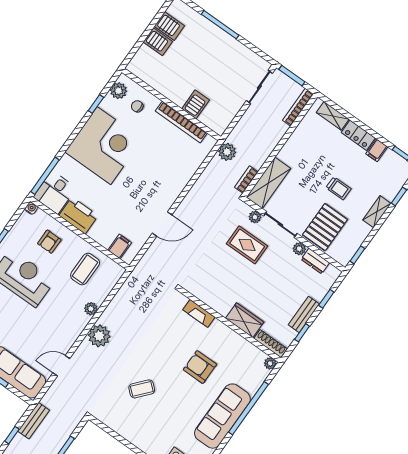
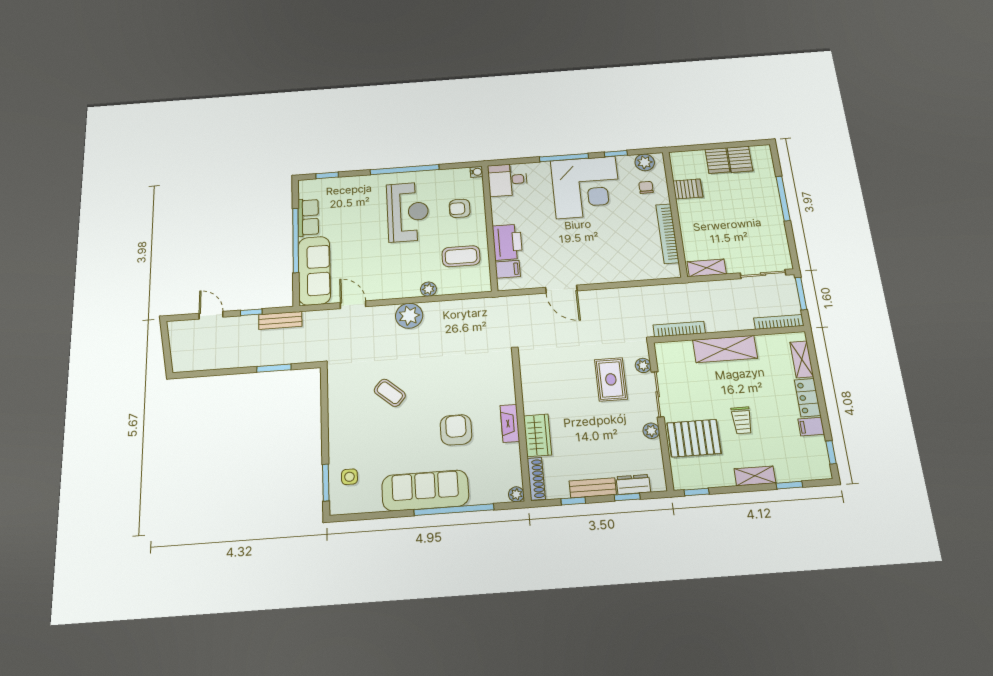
server rack: (196, 104) -> (688, 189), moved
shelving: (225, 119) -> (707, 268), added
plant: (227, 152) -> (679, 293), removed
window: (45, 176) -> (564, 158), moved
bookcase: (246, 180) -> (679, 329), width x1.56
shelving: (268, 183) -> (725, 349), moved
printer: (79, 215) -> (507, 242), moved
dresser: (315, 261) -> (633, 484), moved, turned 90
fireplace: (199, 314) -> (510, 423), moved

